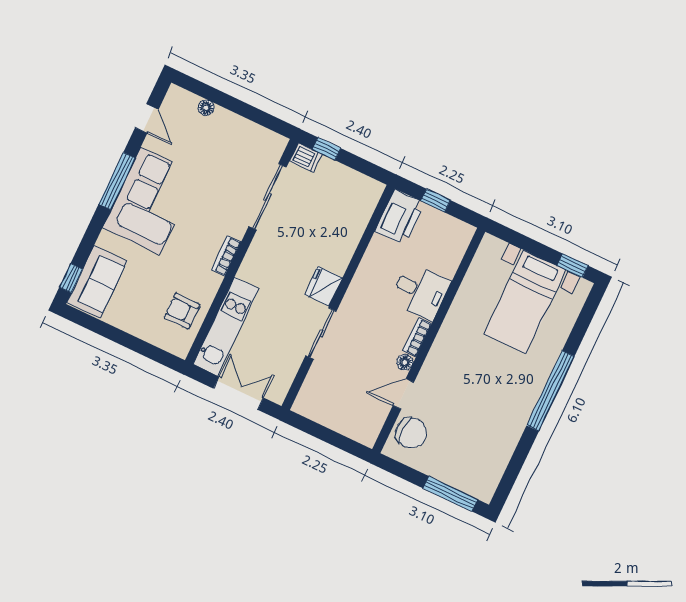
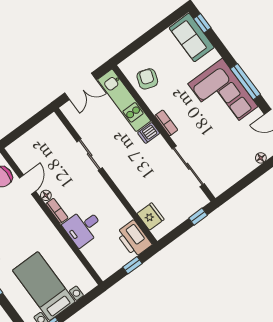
dishwasher: (306, 158) -> (149, 133), moved
fridge: (324, 286) -> (151, 216), moved
armchair: (182, 311) -> (147, 79), turned -71

